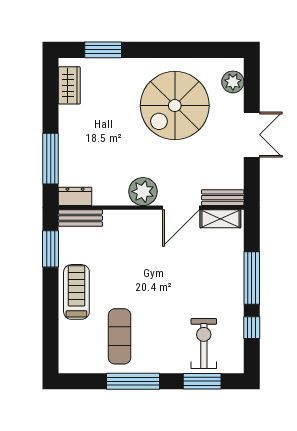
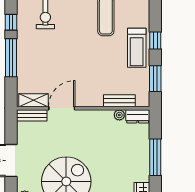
window: (51, 159) -> (155, 157), moved
plant: (143, 192) -> (119, 115), moved, width x0.53, depth x0.53
bench: (80, 218) -> (119, 101), moved
window: (51, 302) -> (155, 40), added

